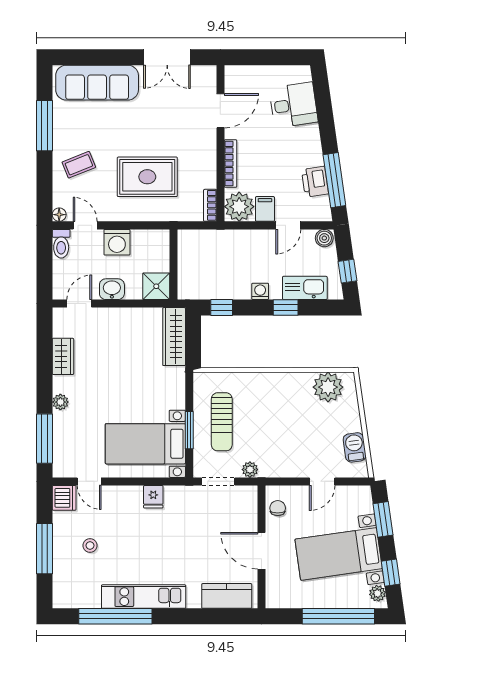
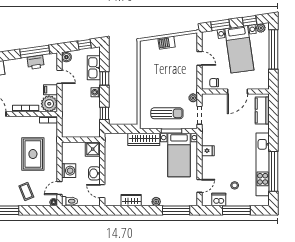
wardrobe: (174, 337) -> (144, 139), moved
plant: (328, 387) -> (148, 55), removed
barbecue: (355, 447) -> (167, 43), moved
dishwasher: (64, 498) -> (219, 200), moved
kitchen unit: (144, 597) -> (263, 164), width x1.36

